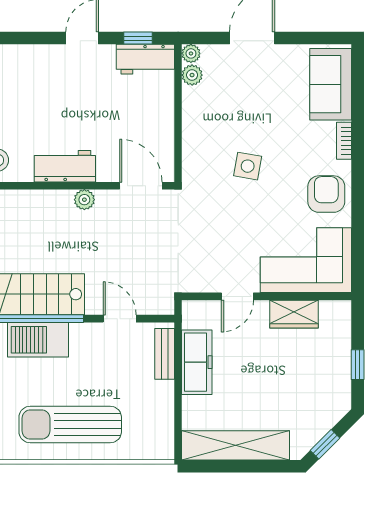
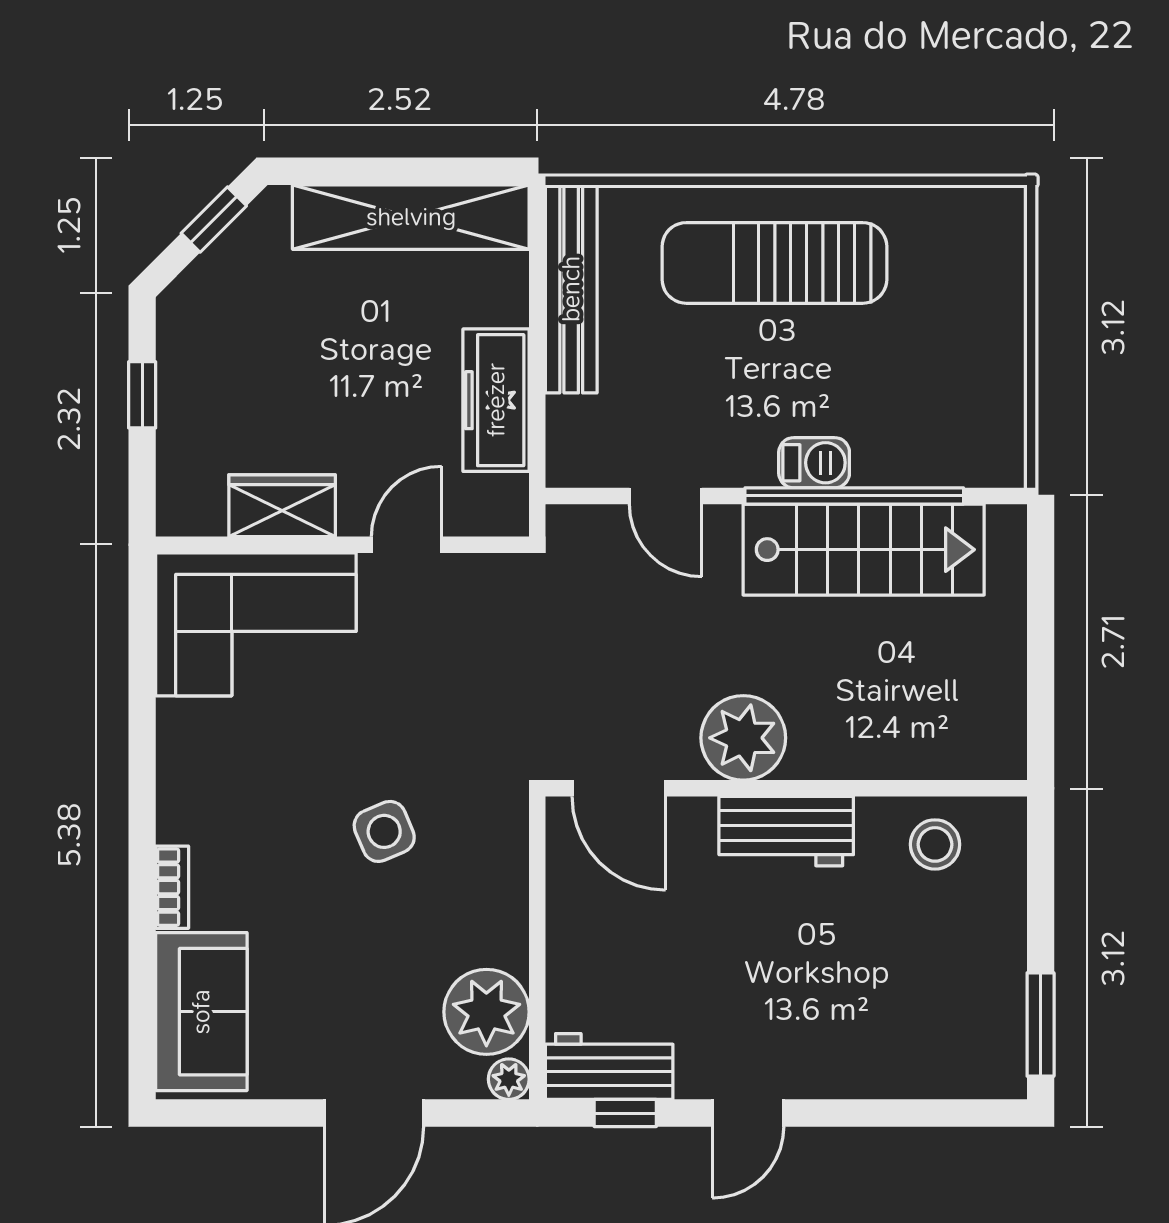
plant: (192, 75) -> (486, 1012), width x1.87, depth x1.87
side table: (248, 166) -> (384, 831), turned -33
armchair: (326, 194) -> (211, 770), removed
plant: (84, 200) -> (743, 738), width x1.87, depth x1.87
barbecue: (38, 340) -> (814, 463), width x0.53, depth x0.65
bench: (165, 354) -> (571, 289), moved, width x1.86, depth x1.21
sun lounger: (70, 425) -> (774, 263), turned 180

